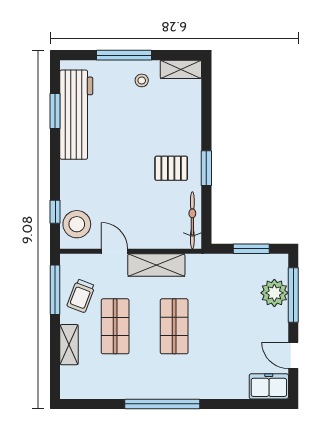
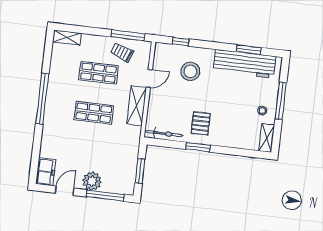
stool: (77, 224) -> (190, 71), moved
plant: (274, 293) -> (92, 181), moved
shelving: (69, 345) -> (67, 38), moved

